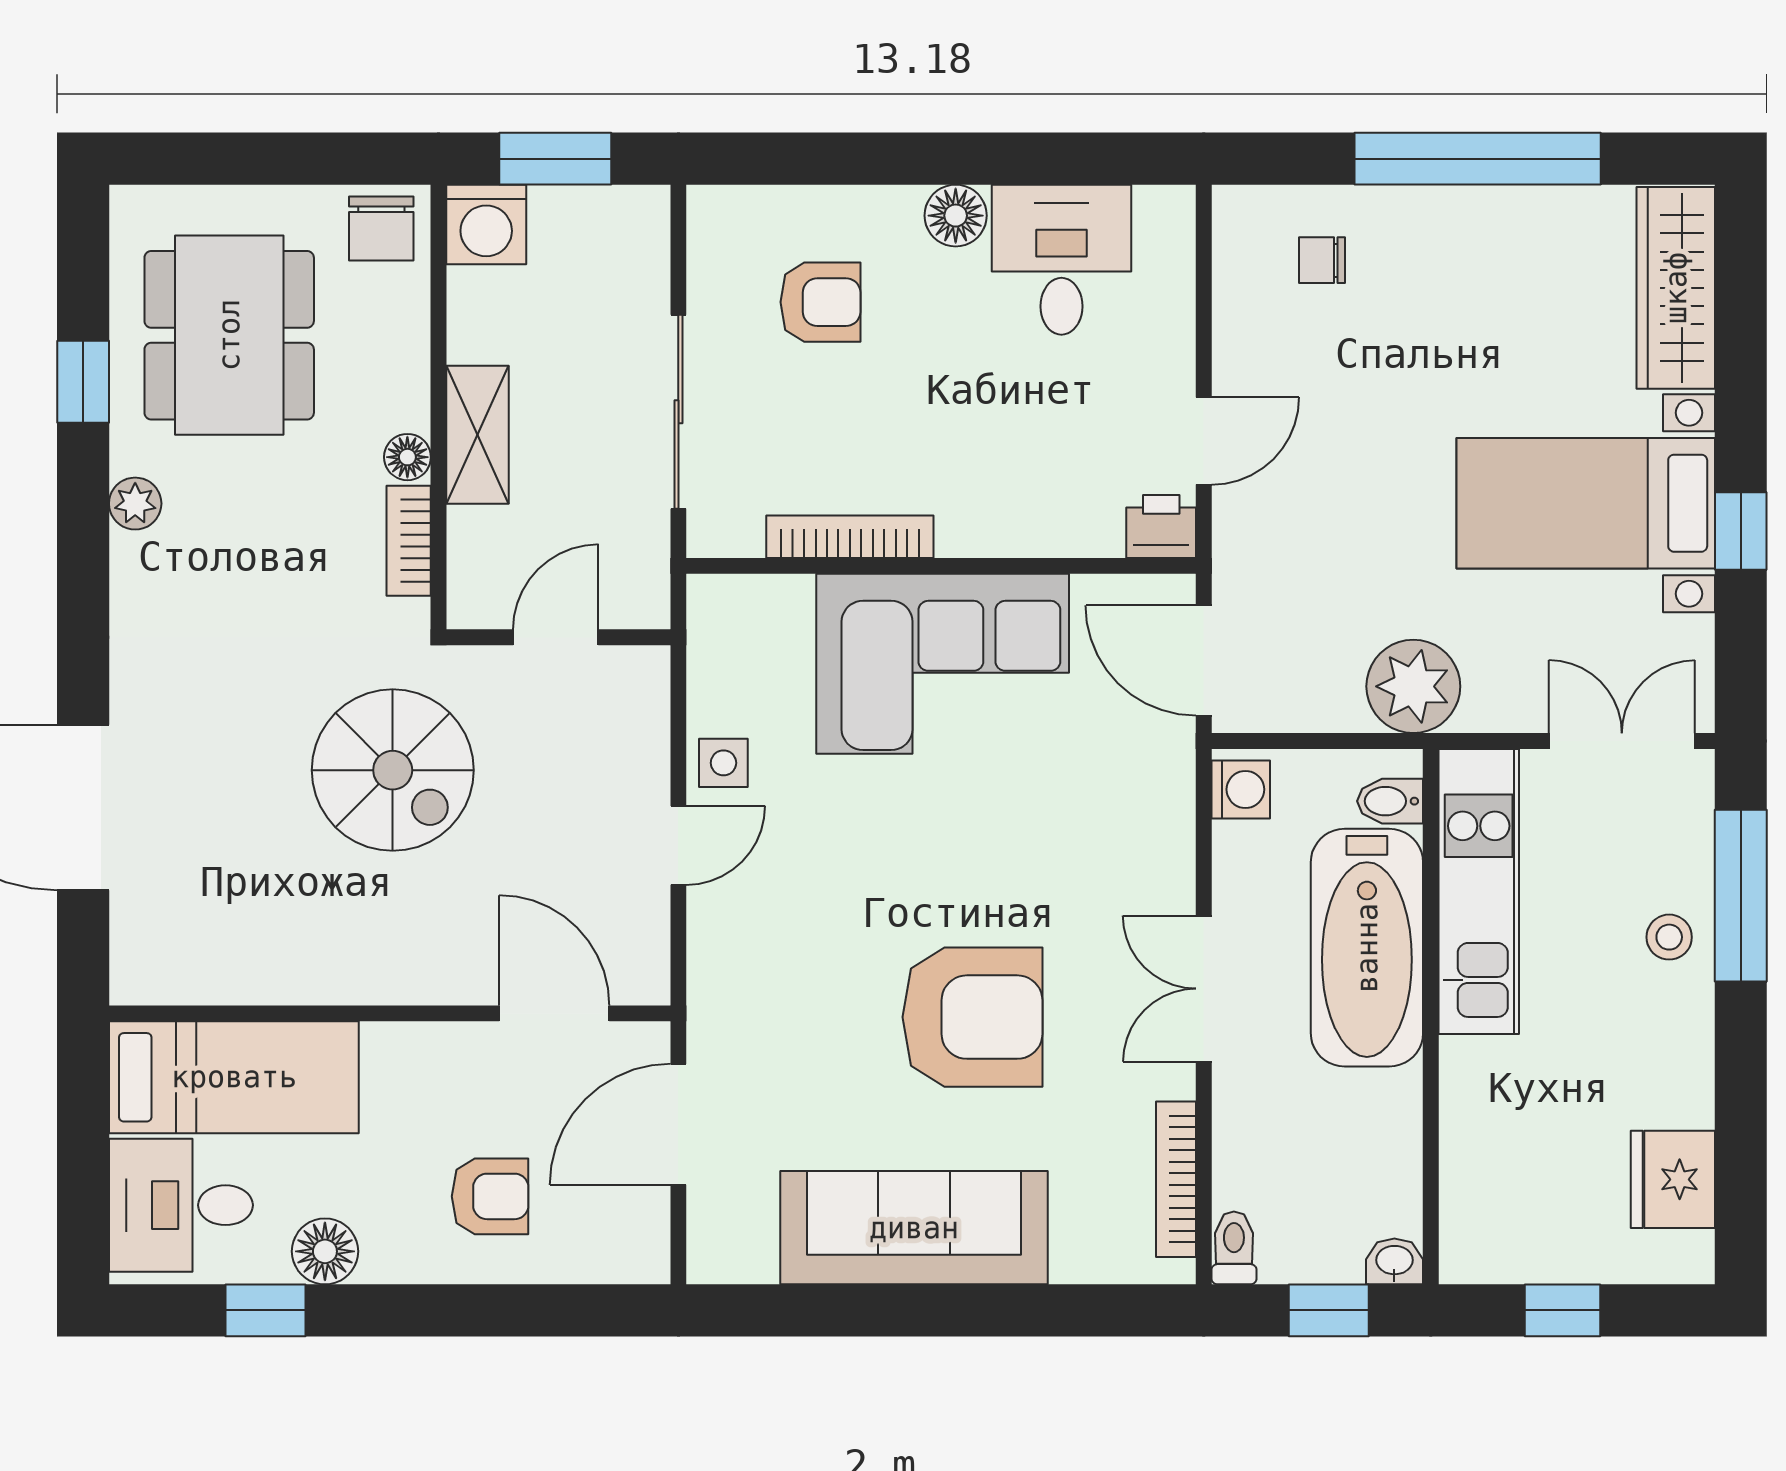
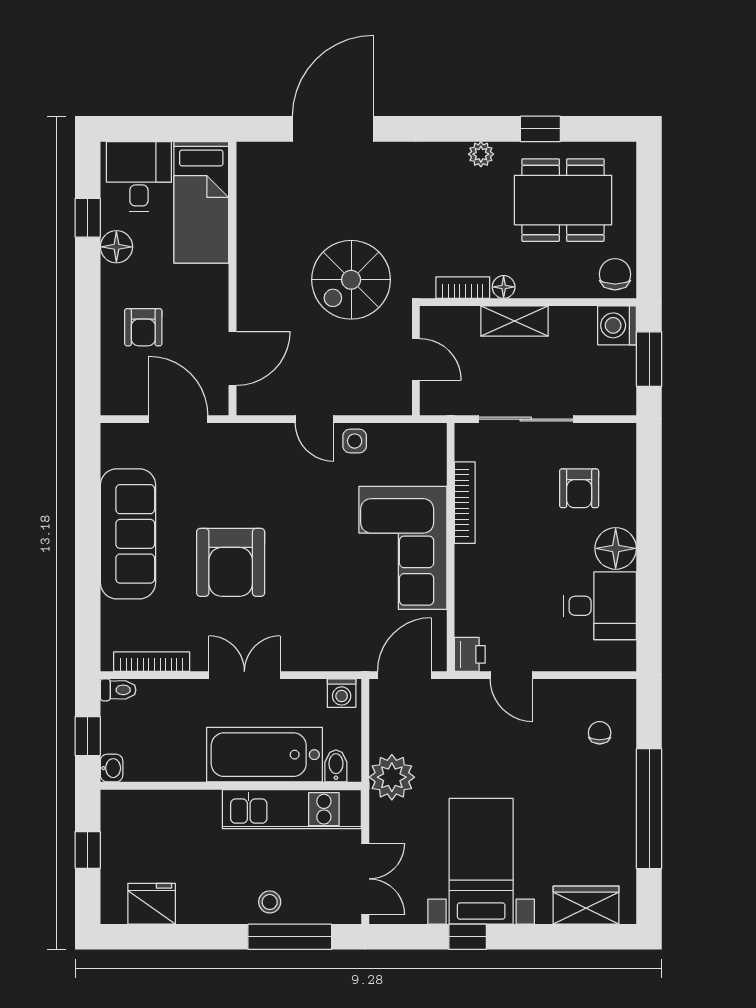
floor lamp: (956, 216) -> (616, 548), width x1.38, depth x1.38
chair: (381, 229) -> (615, 274), turned 90
wardrobe: (1676, 288) -> (586, 905), width x0.67

